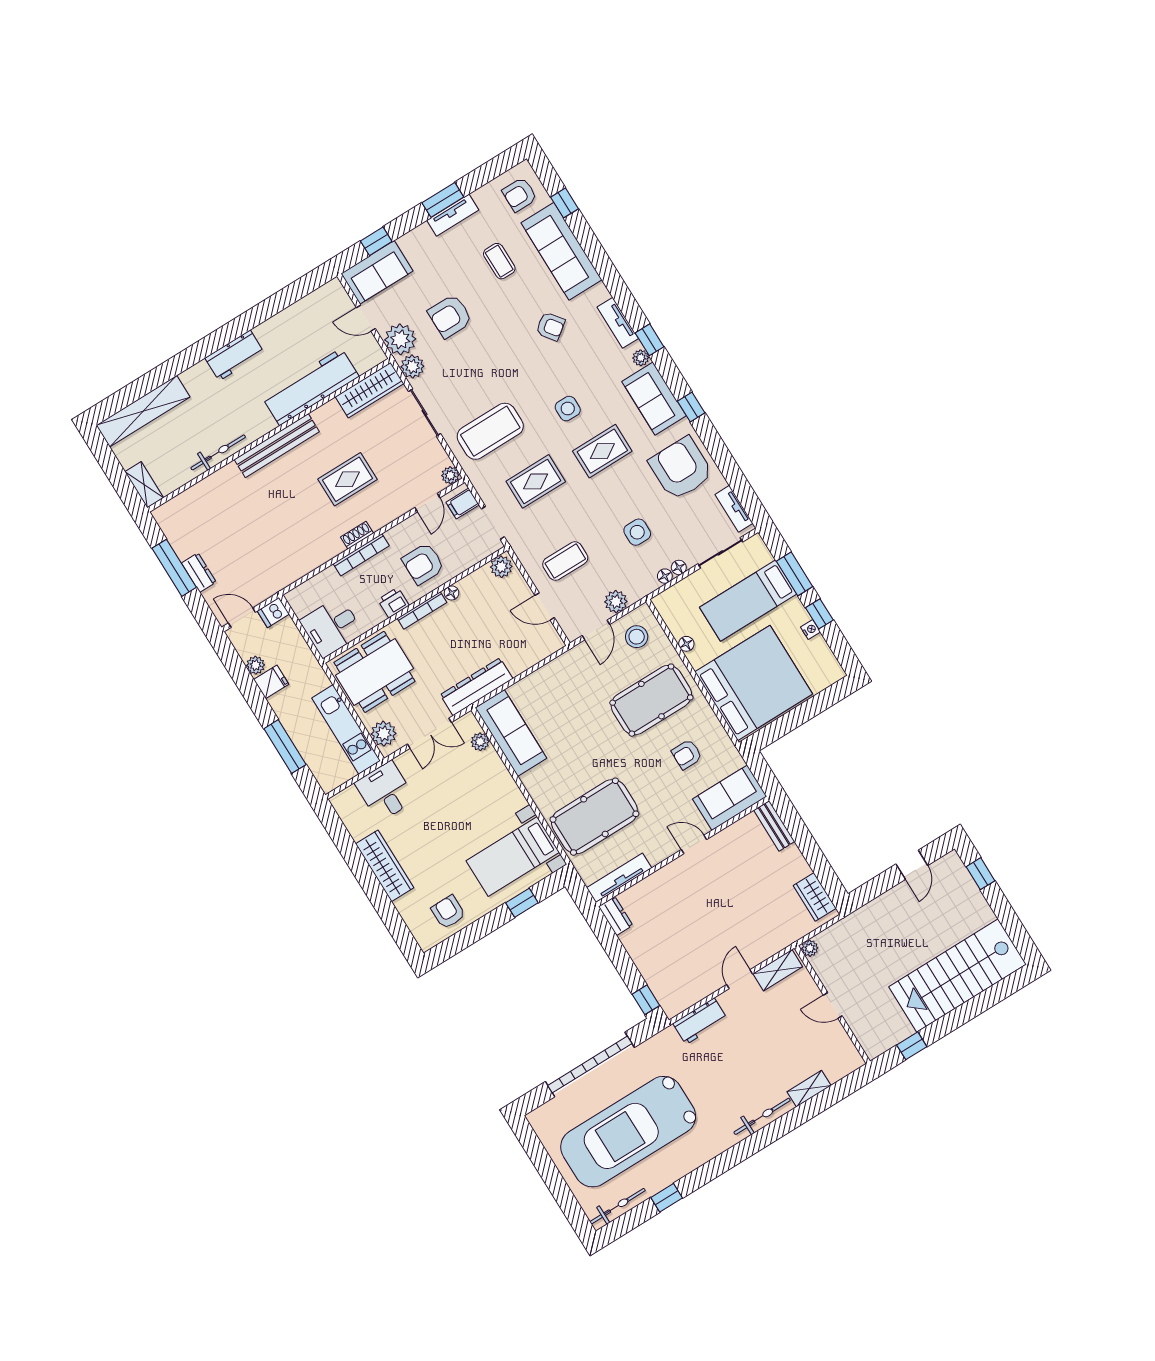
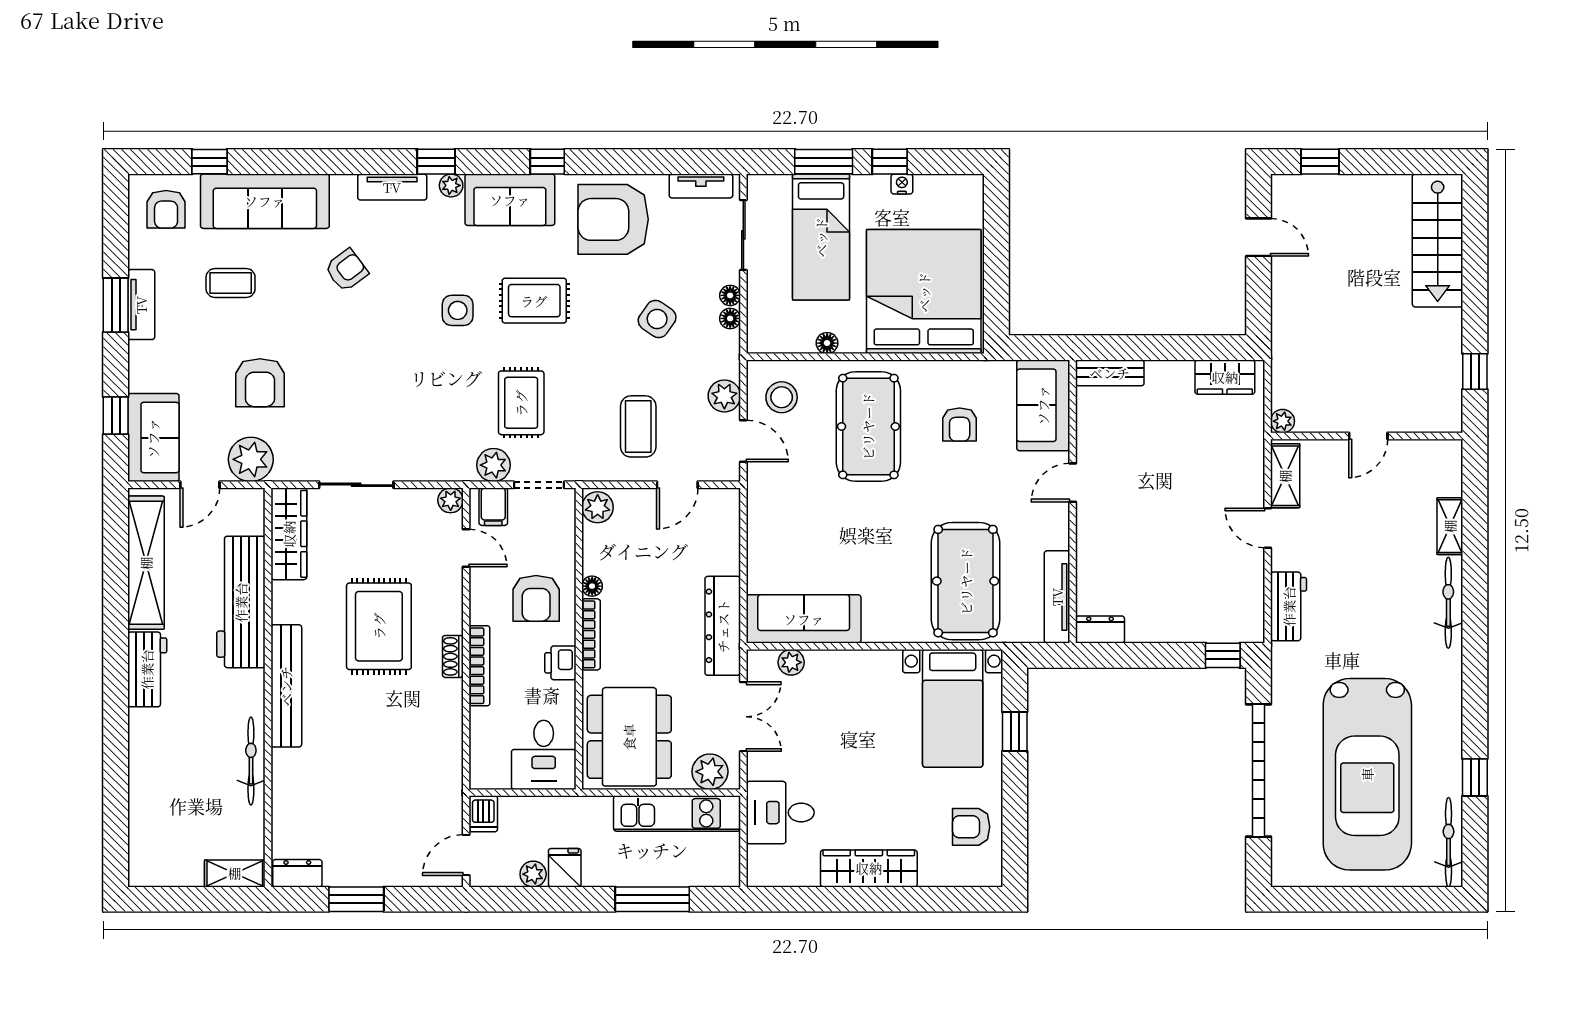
plant: (412, 366) -> (494, 465), moved
shelving: (143, 411) -> (146, 563), moved
coffee table: (490, 431) -> (427, 420), removed
rug: (602, 451) -> (534, 301), turned 90
rug: (347, 479) -> (379, 626), width x1.36, depth x1.43
side table: (637, 532) -> (657, 319), turned 35
window: (174, 568) -> (356, 899), width x0.69
dresser: (199, 573) -> (297, 873), moved
stairs: (958, 976) -> (1438, 240), width x0.73, depth x0.66

